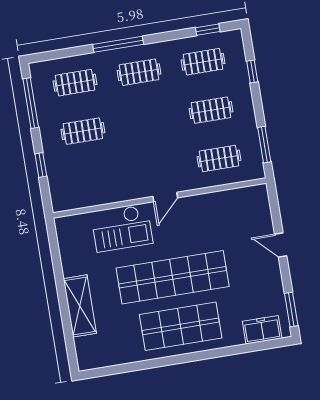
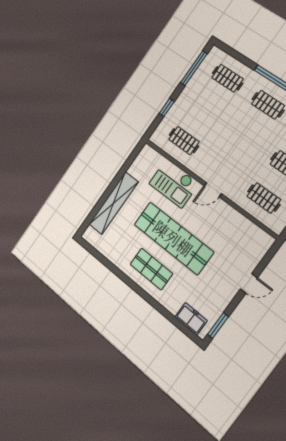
clothes rail: (83, 131) -> (184, 141), moved
door: (281, 245) -> (249, 283), swing flipped
shelving: (80, 306) -> (114, 203), width x1.47
shop shelf: (181, 326) -> (151, 269), width x0.70, depth x0.74

